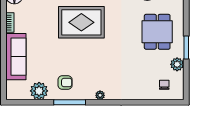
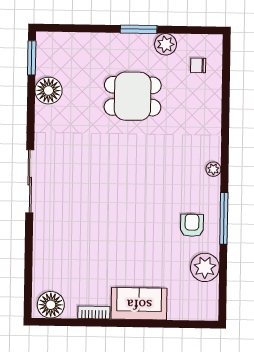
rug: (81, 22) -> (95, 197), removed
dining table: (157, 32) -> (133, 96), moved
sofa: (16, 57) -> (139, 304), width x0.73

